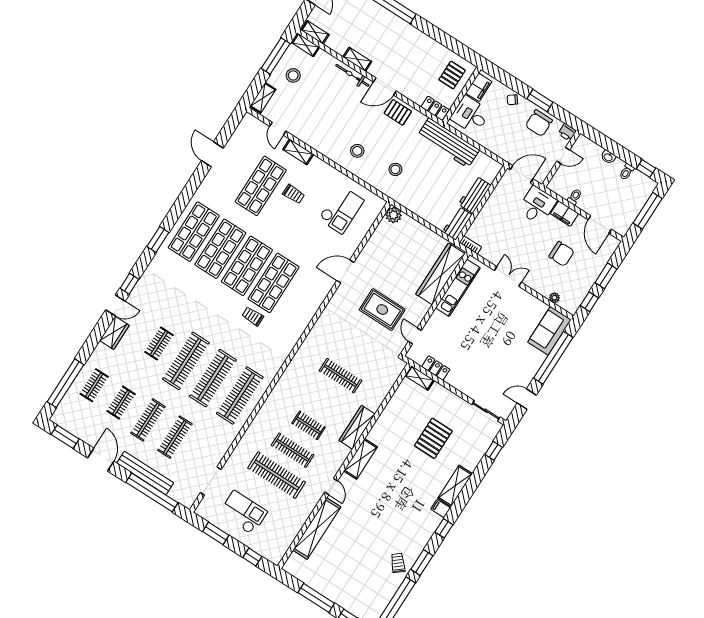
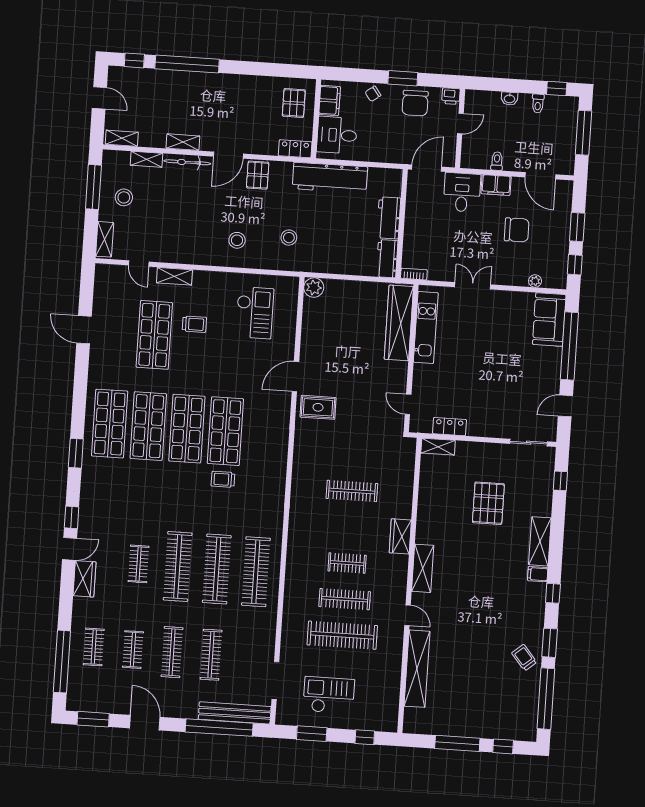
shelving: (306, 45) -> (147, 159), moved
pallet: (398, 112) -> (258, 175), turned 90
rug: (382, 310) -> (318, 407), moved, width x0.73, depth x0.70
wardrobe: (357, 427) -> (400, 536), width x0.67
bench: (145, 473) -> (235, 713), moved

